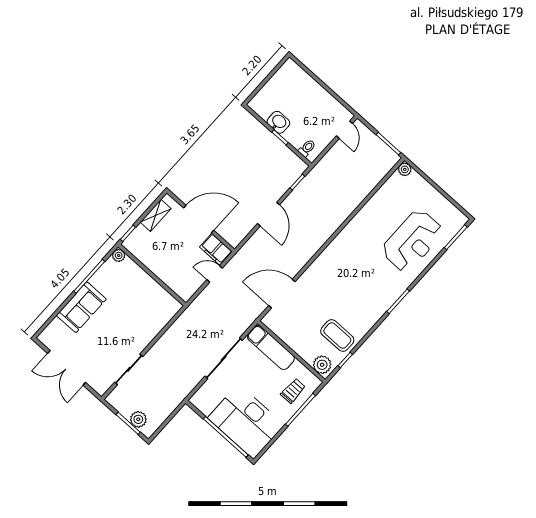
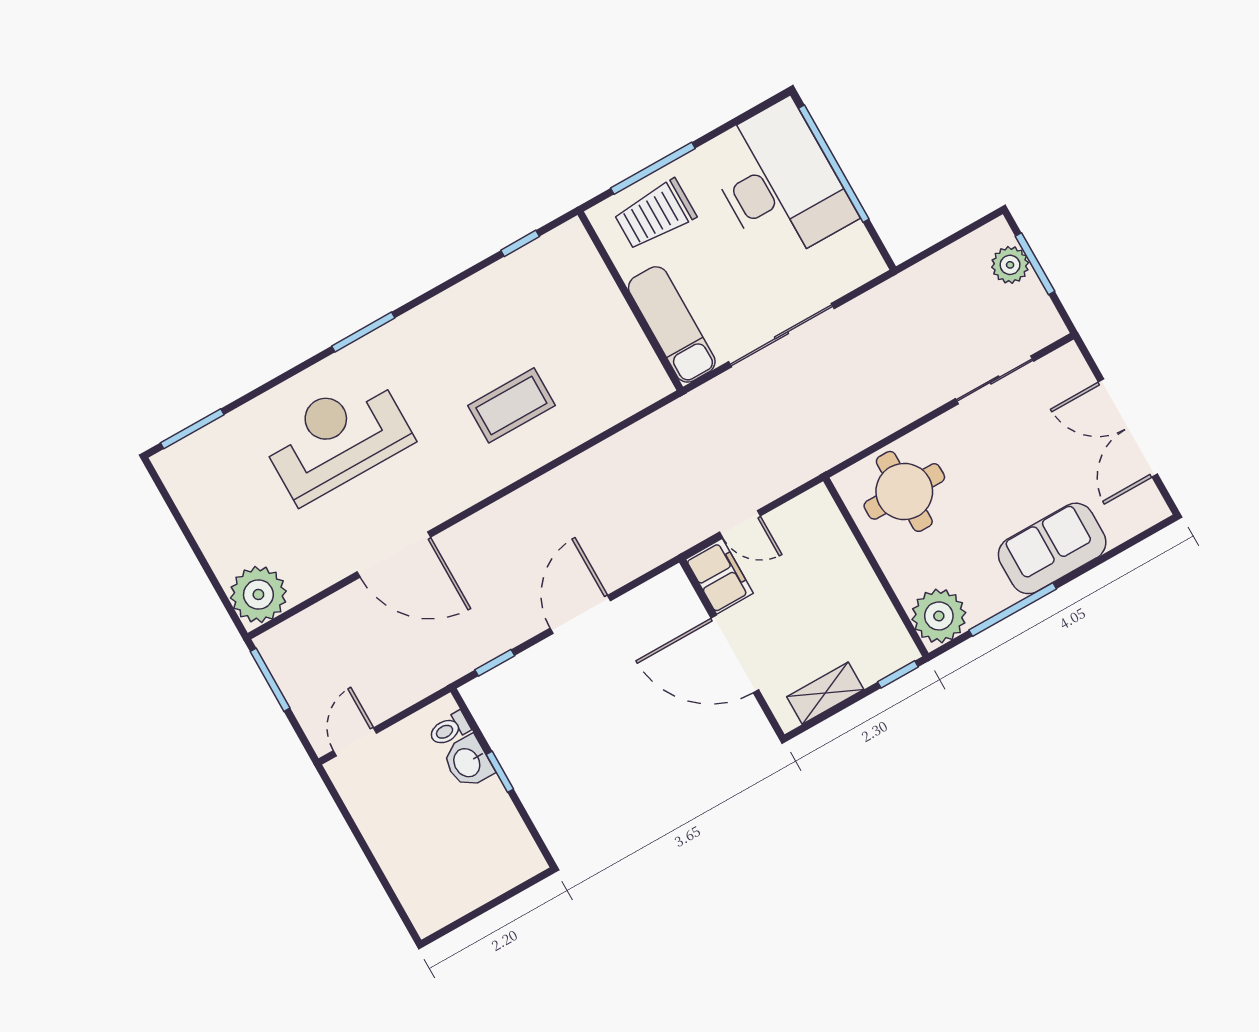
washbasin: (278, 122) -> (468, 762), moved
plant: (405, 169) -> (258, 594), width x1.87, depth x1.87
reception desk: (412, 241) -> (337, 438), moved
plant: (119, 255) -> (939, 616), width x1.88, depth x1.88
door: (282, 294) -> (394, 555), moved
round table: (151, 310) -> (904, 491), added
coffee table: (337, 336) -> (511, 405), moved, turned 90
plant: (322, 365) -> (573, 250), removed
double door: (67, 368) -> (1128, 428), swing flipped
trolley: (293, 391) -> (655, 215), width x1.36, depth x1.39

